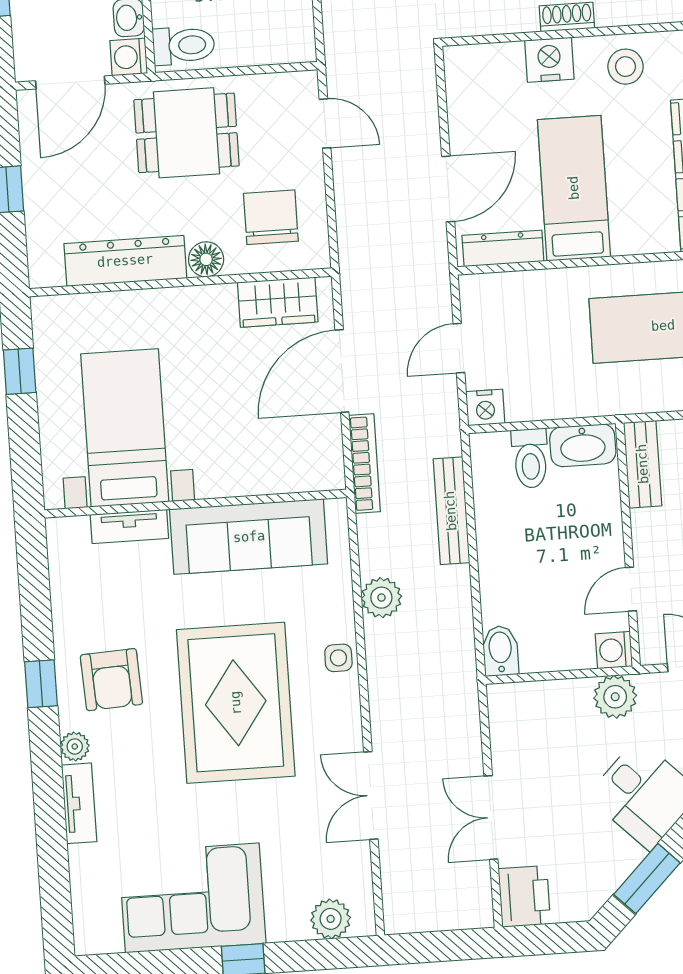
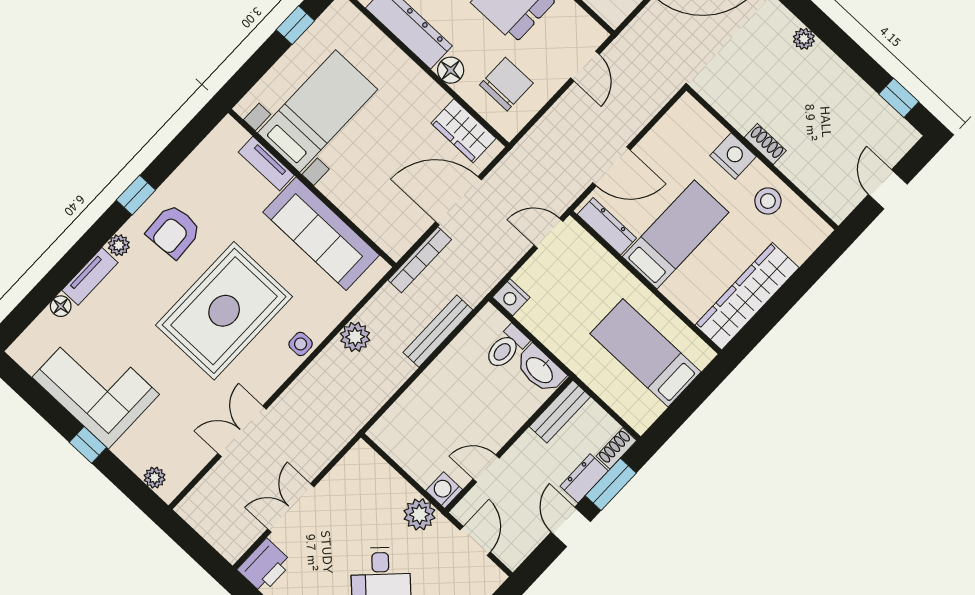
door: (459, 348) -> (549, 233), moved
bidet: (500, 651) -> (386, 429), removed
floor lamp: (82, 860) -> (61, 306), added
plant: (331, 919) -> (155, 478), width x0.73, depth x0.73

